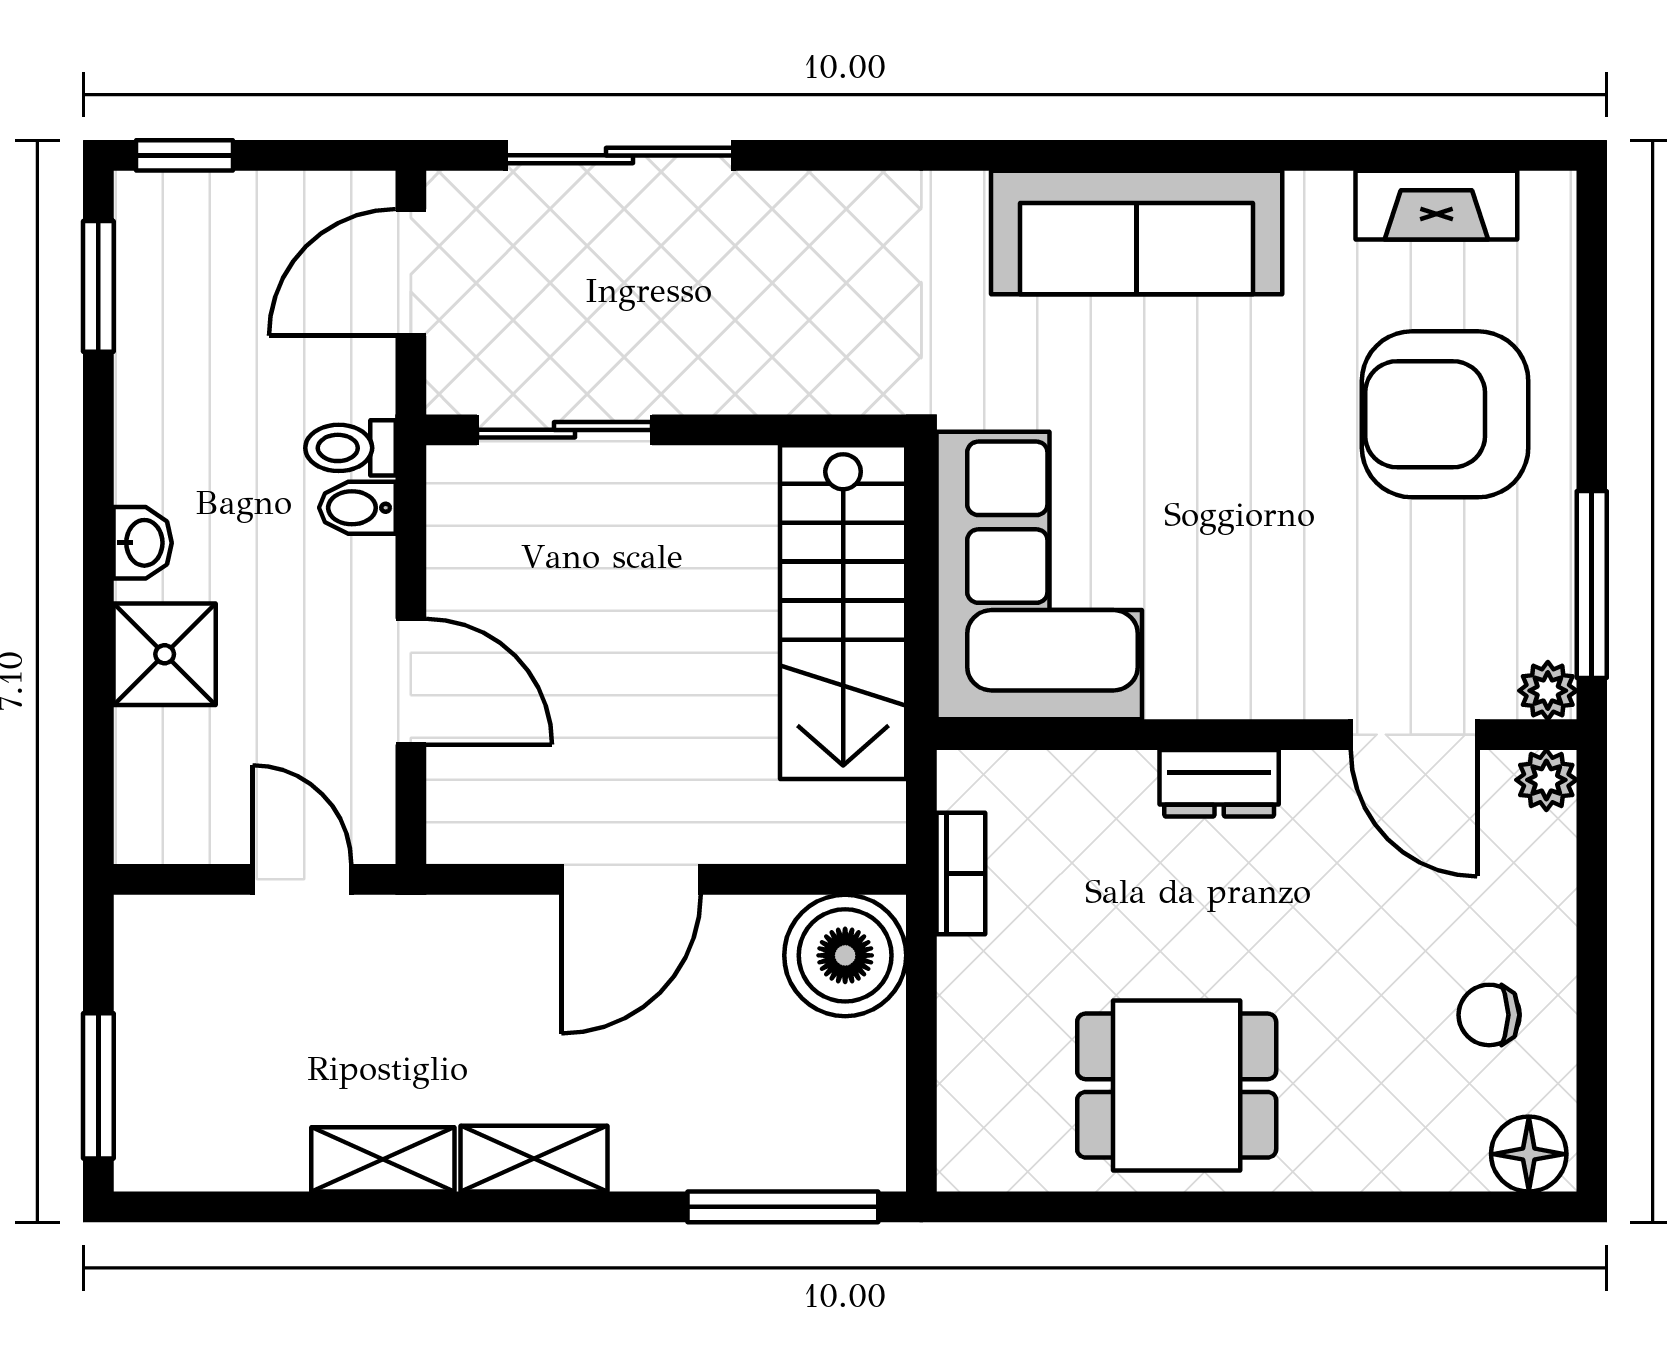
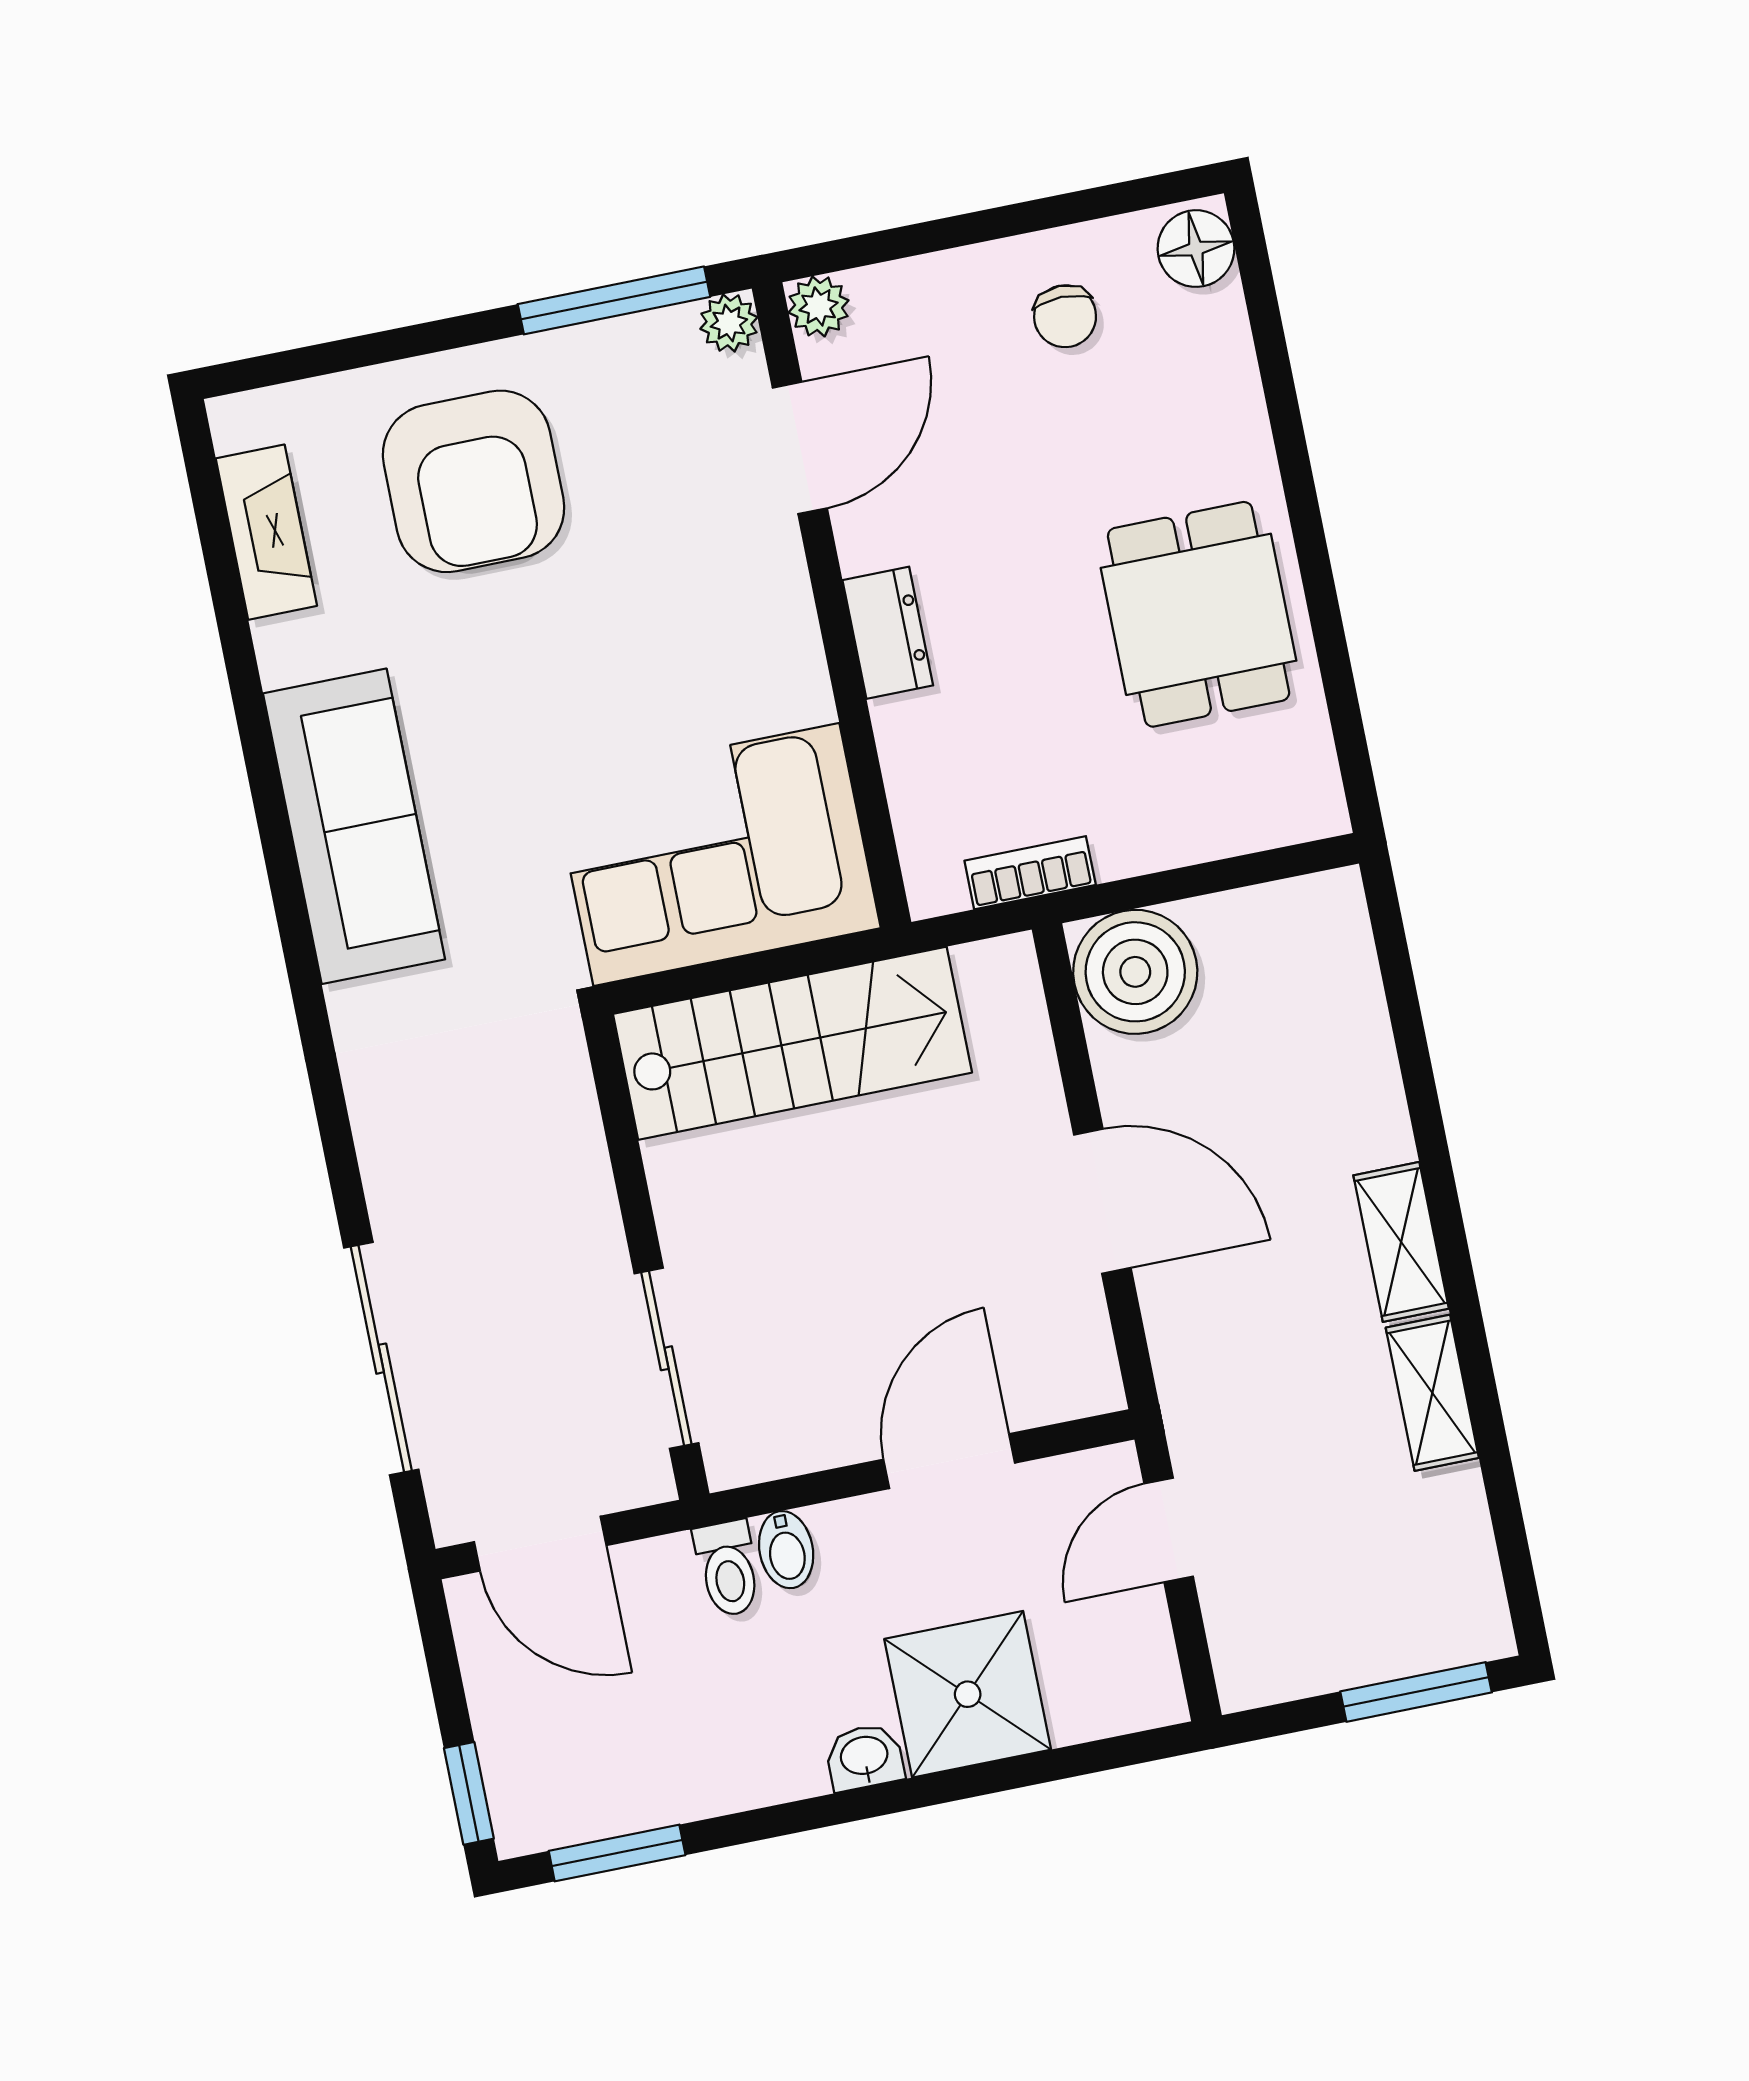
shower: (165, 654) -> (968, 1694), width x1.36, depth x1.36
window: (783, 1207) -> (1399, 983), removed

